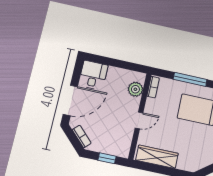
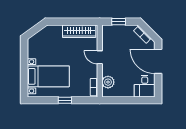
window: (190, 79) -> (65, 100), width x0.46
door: (70, 100) -> (158, 61), hinge flipped
door: (139, 120) -> (100, 57), hinge flipped

